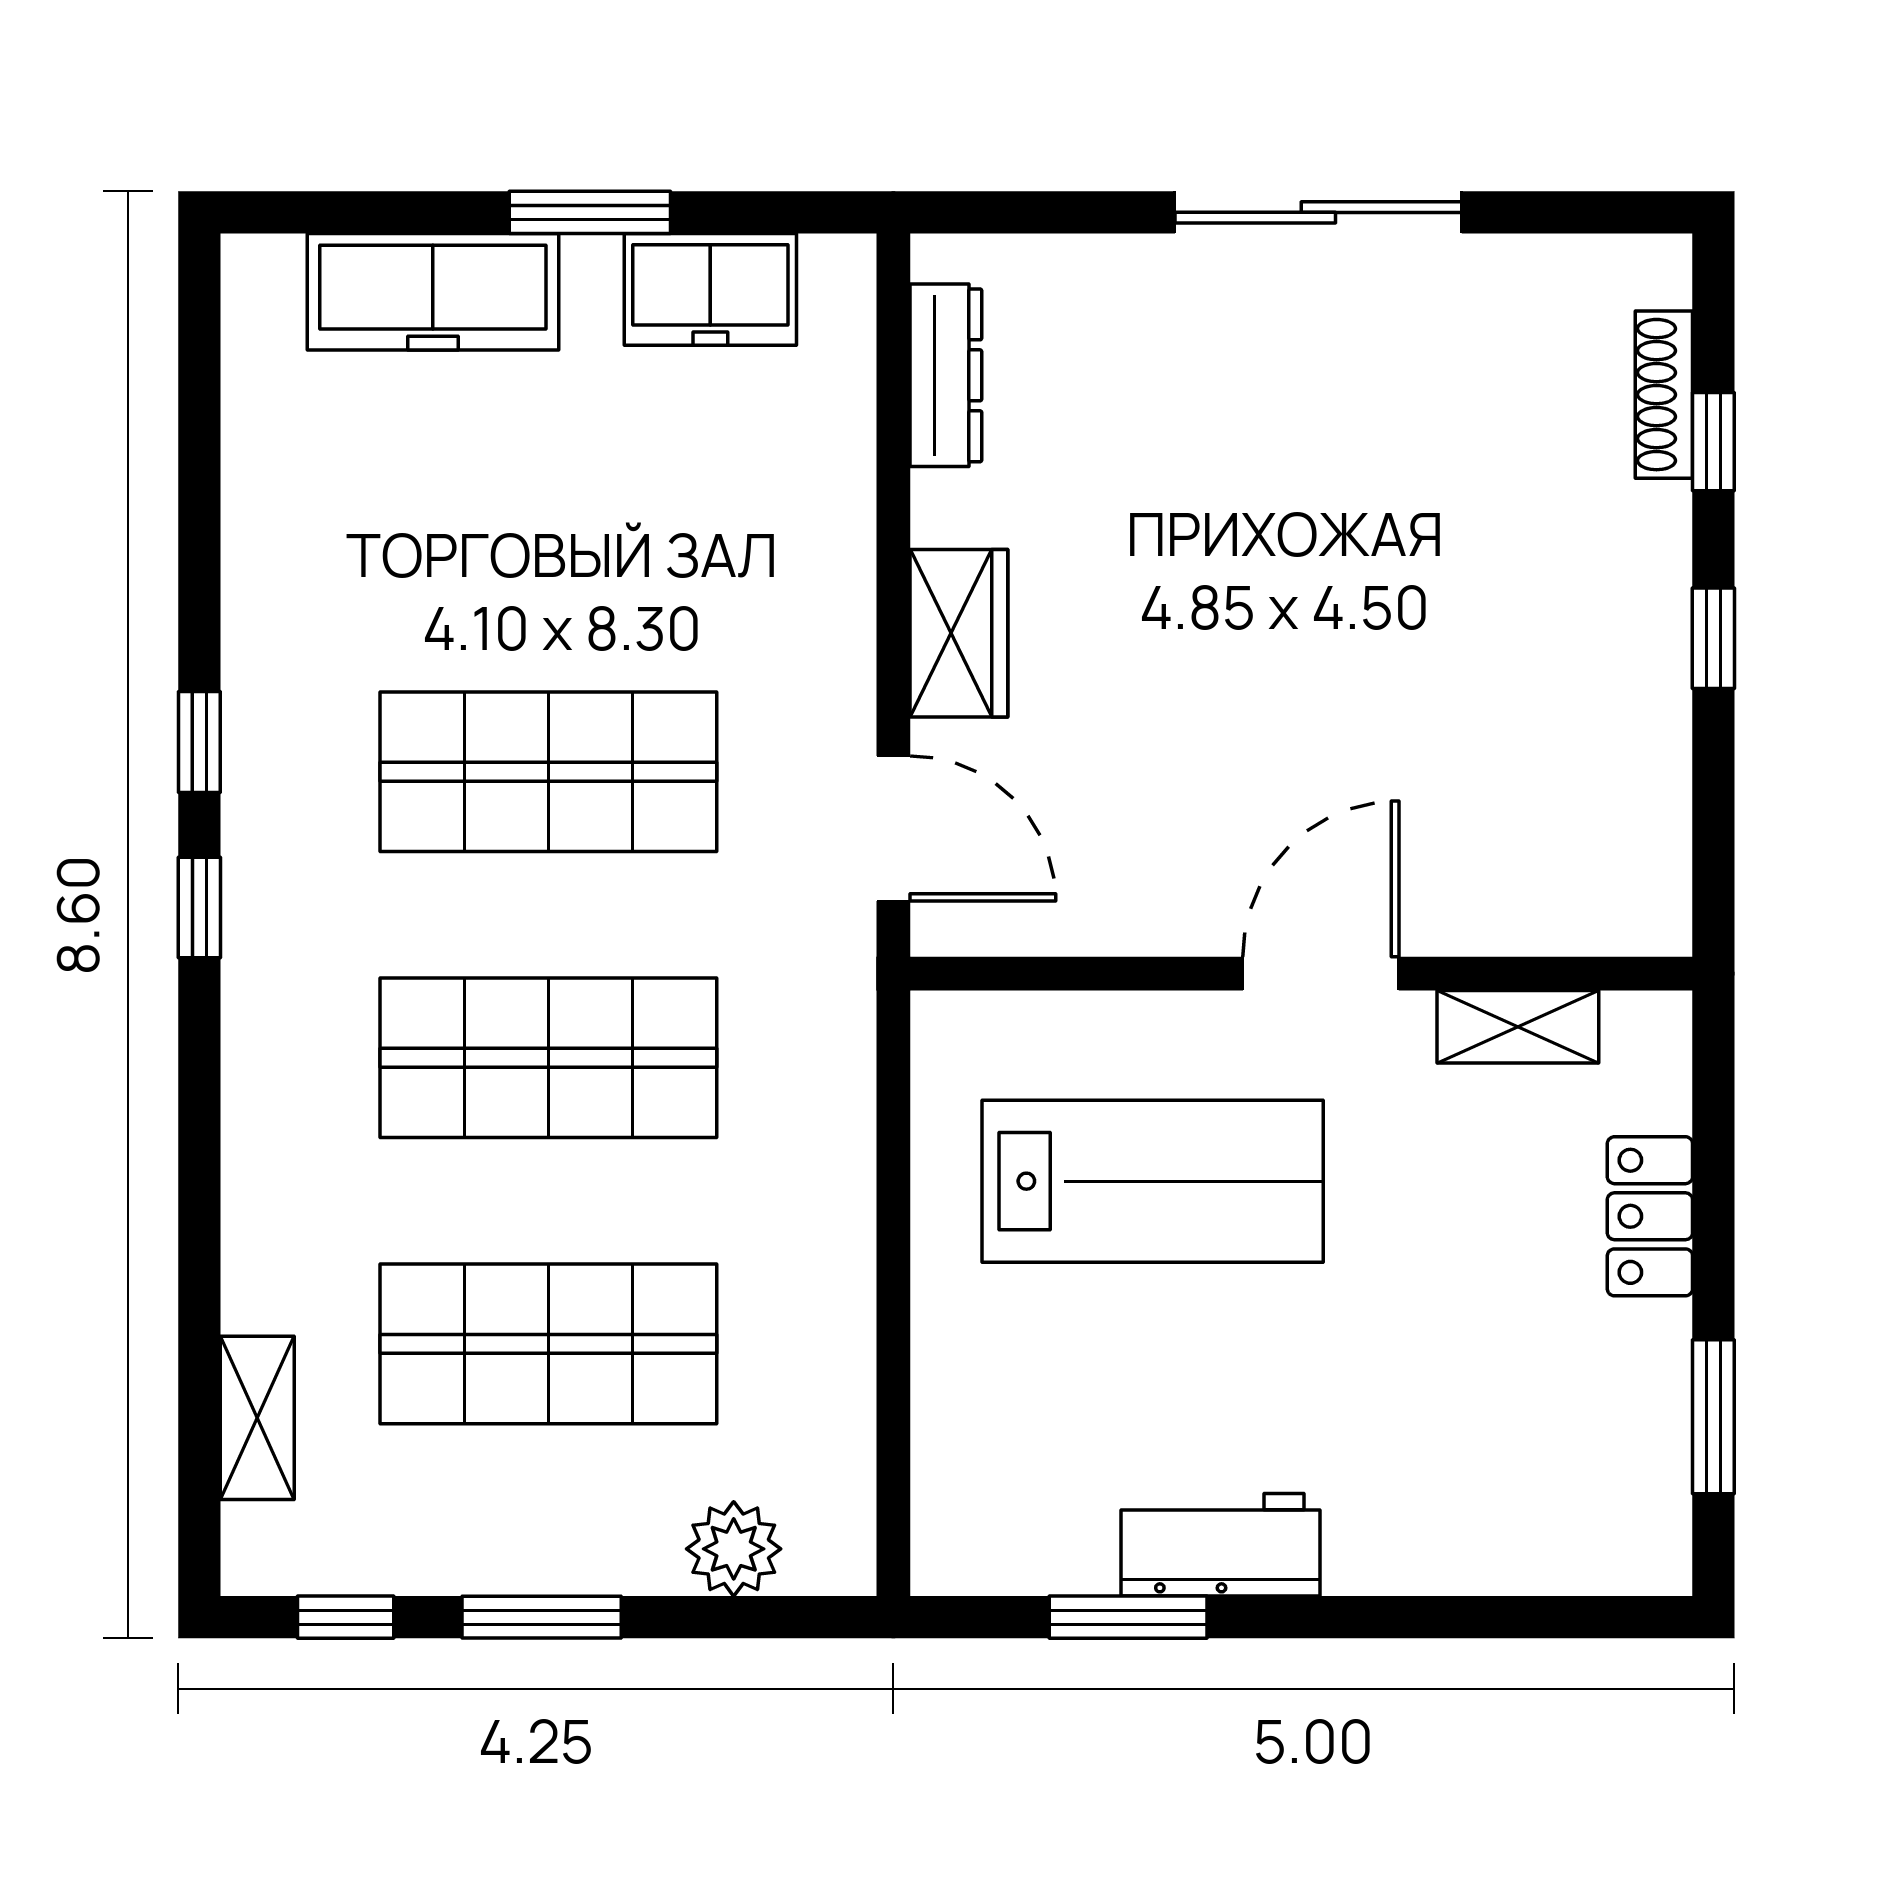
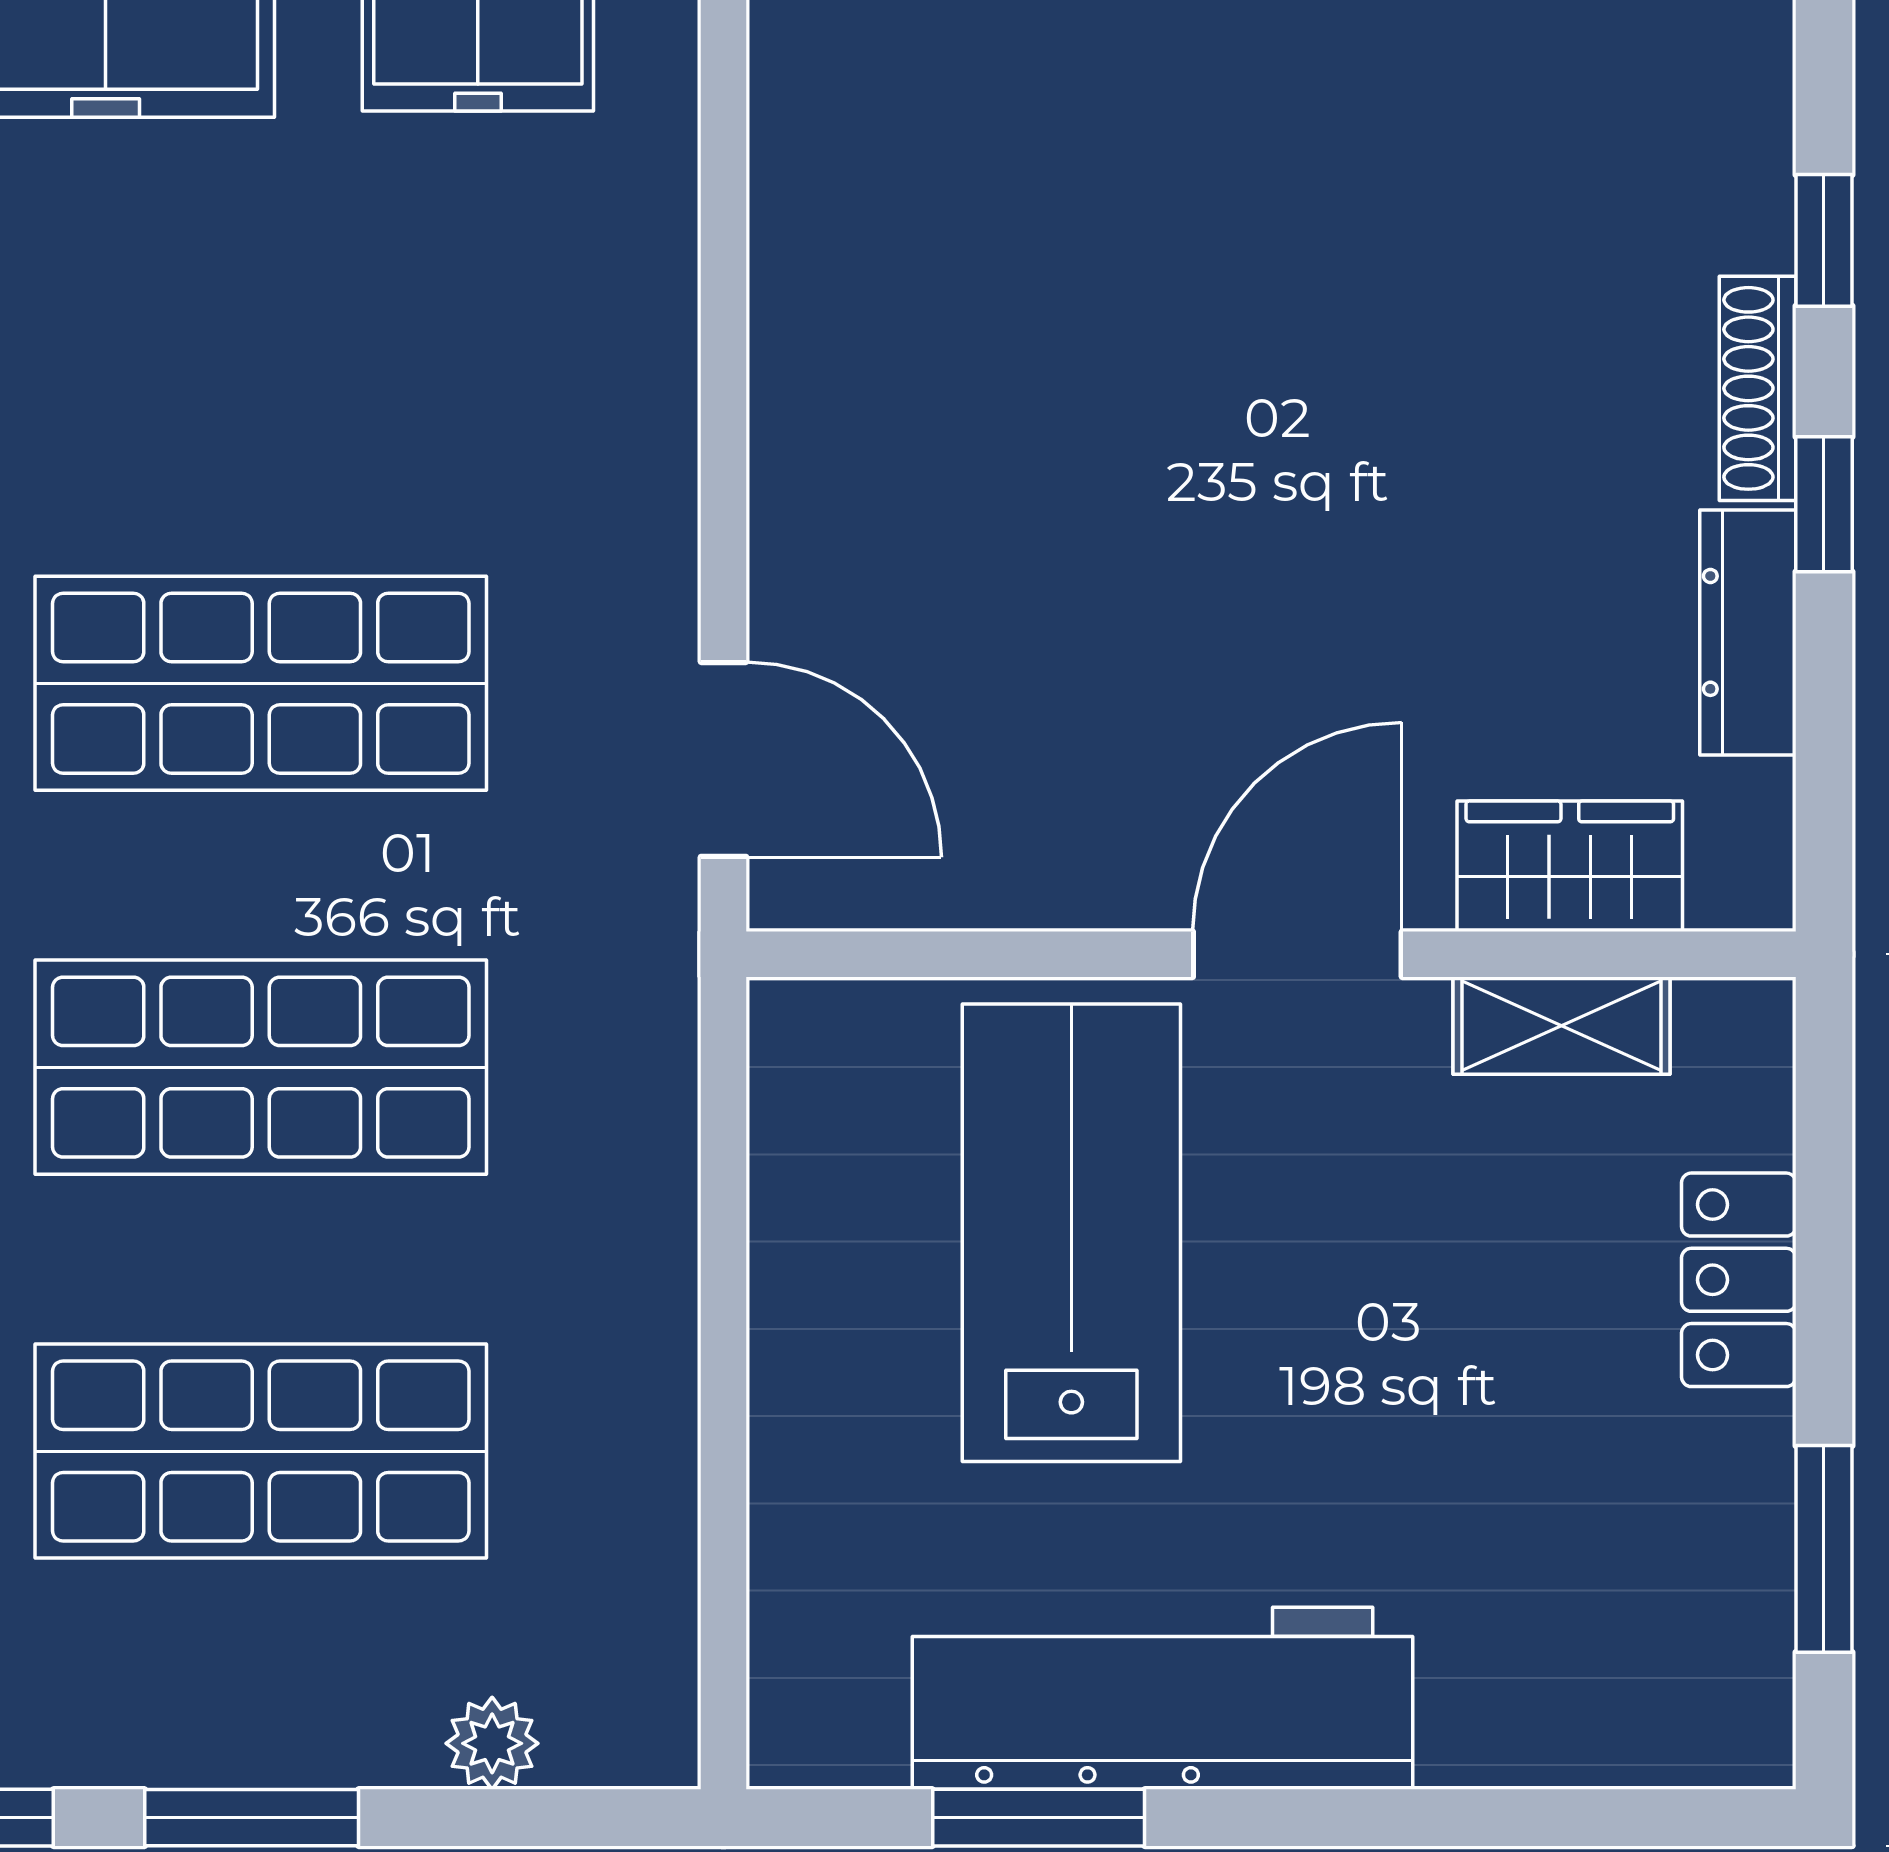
dresser: (946, 375) -> (1748, 632), moved, turned 180
shoe rack: (1664, 395) -> (1758, 388), moved
wardrobe: (959, 633) -> (1570, 866), moved, turned -90
lab bench: (1153, 1181) -> (1071, 1233), turned -90
workbench: (1221, 1545) -> (1163, 1698), width x1.88, depth x1.32
plant: (734, 1549) -> (492, 1743), width x0.73, depth x0.73

